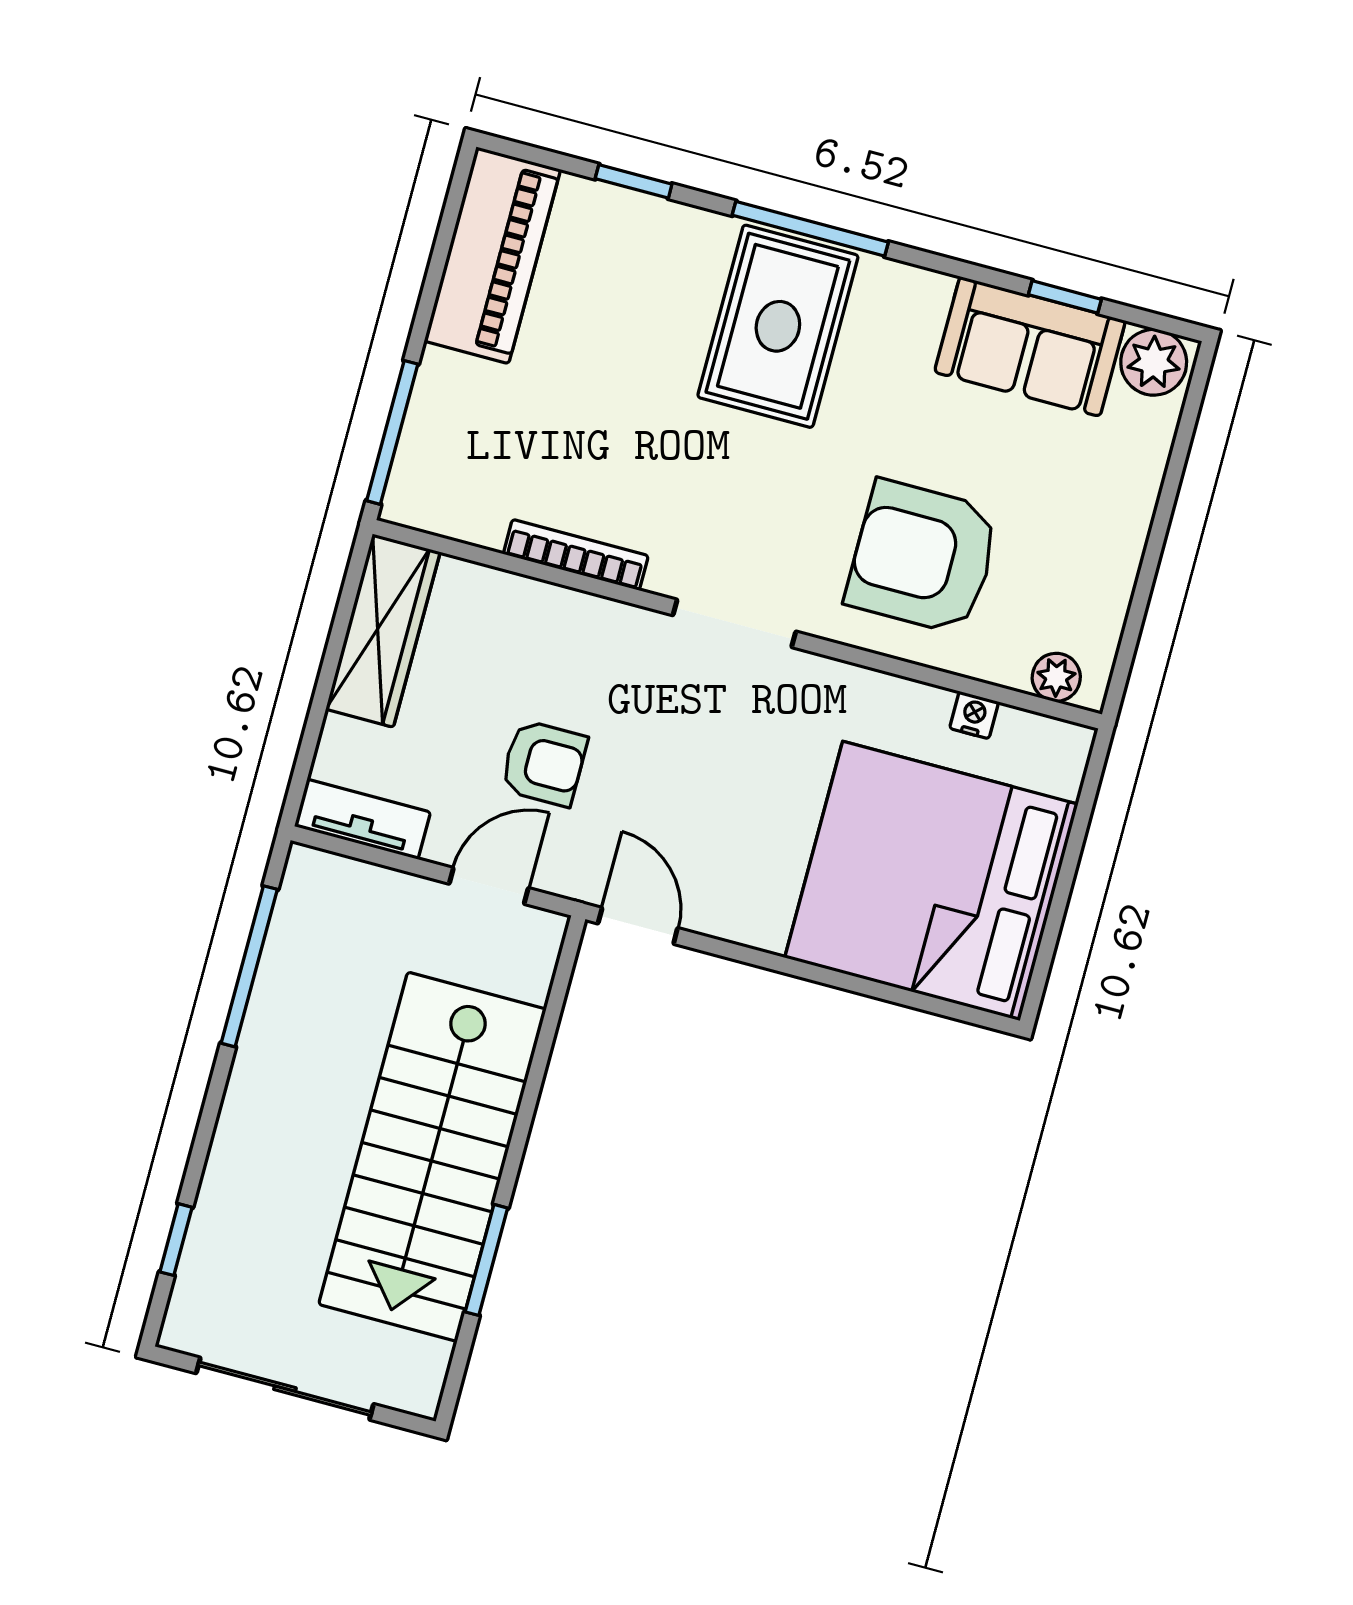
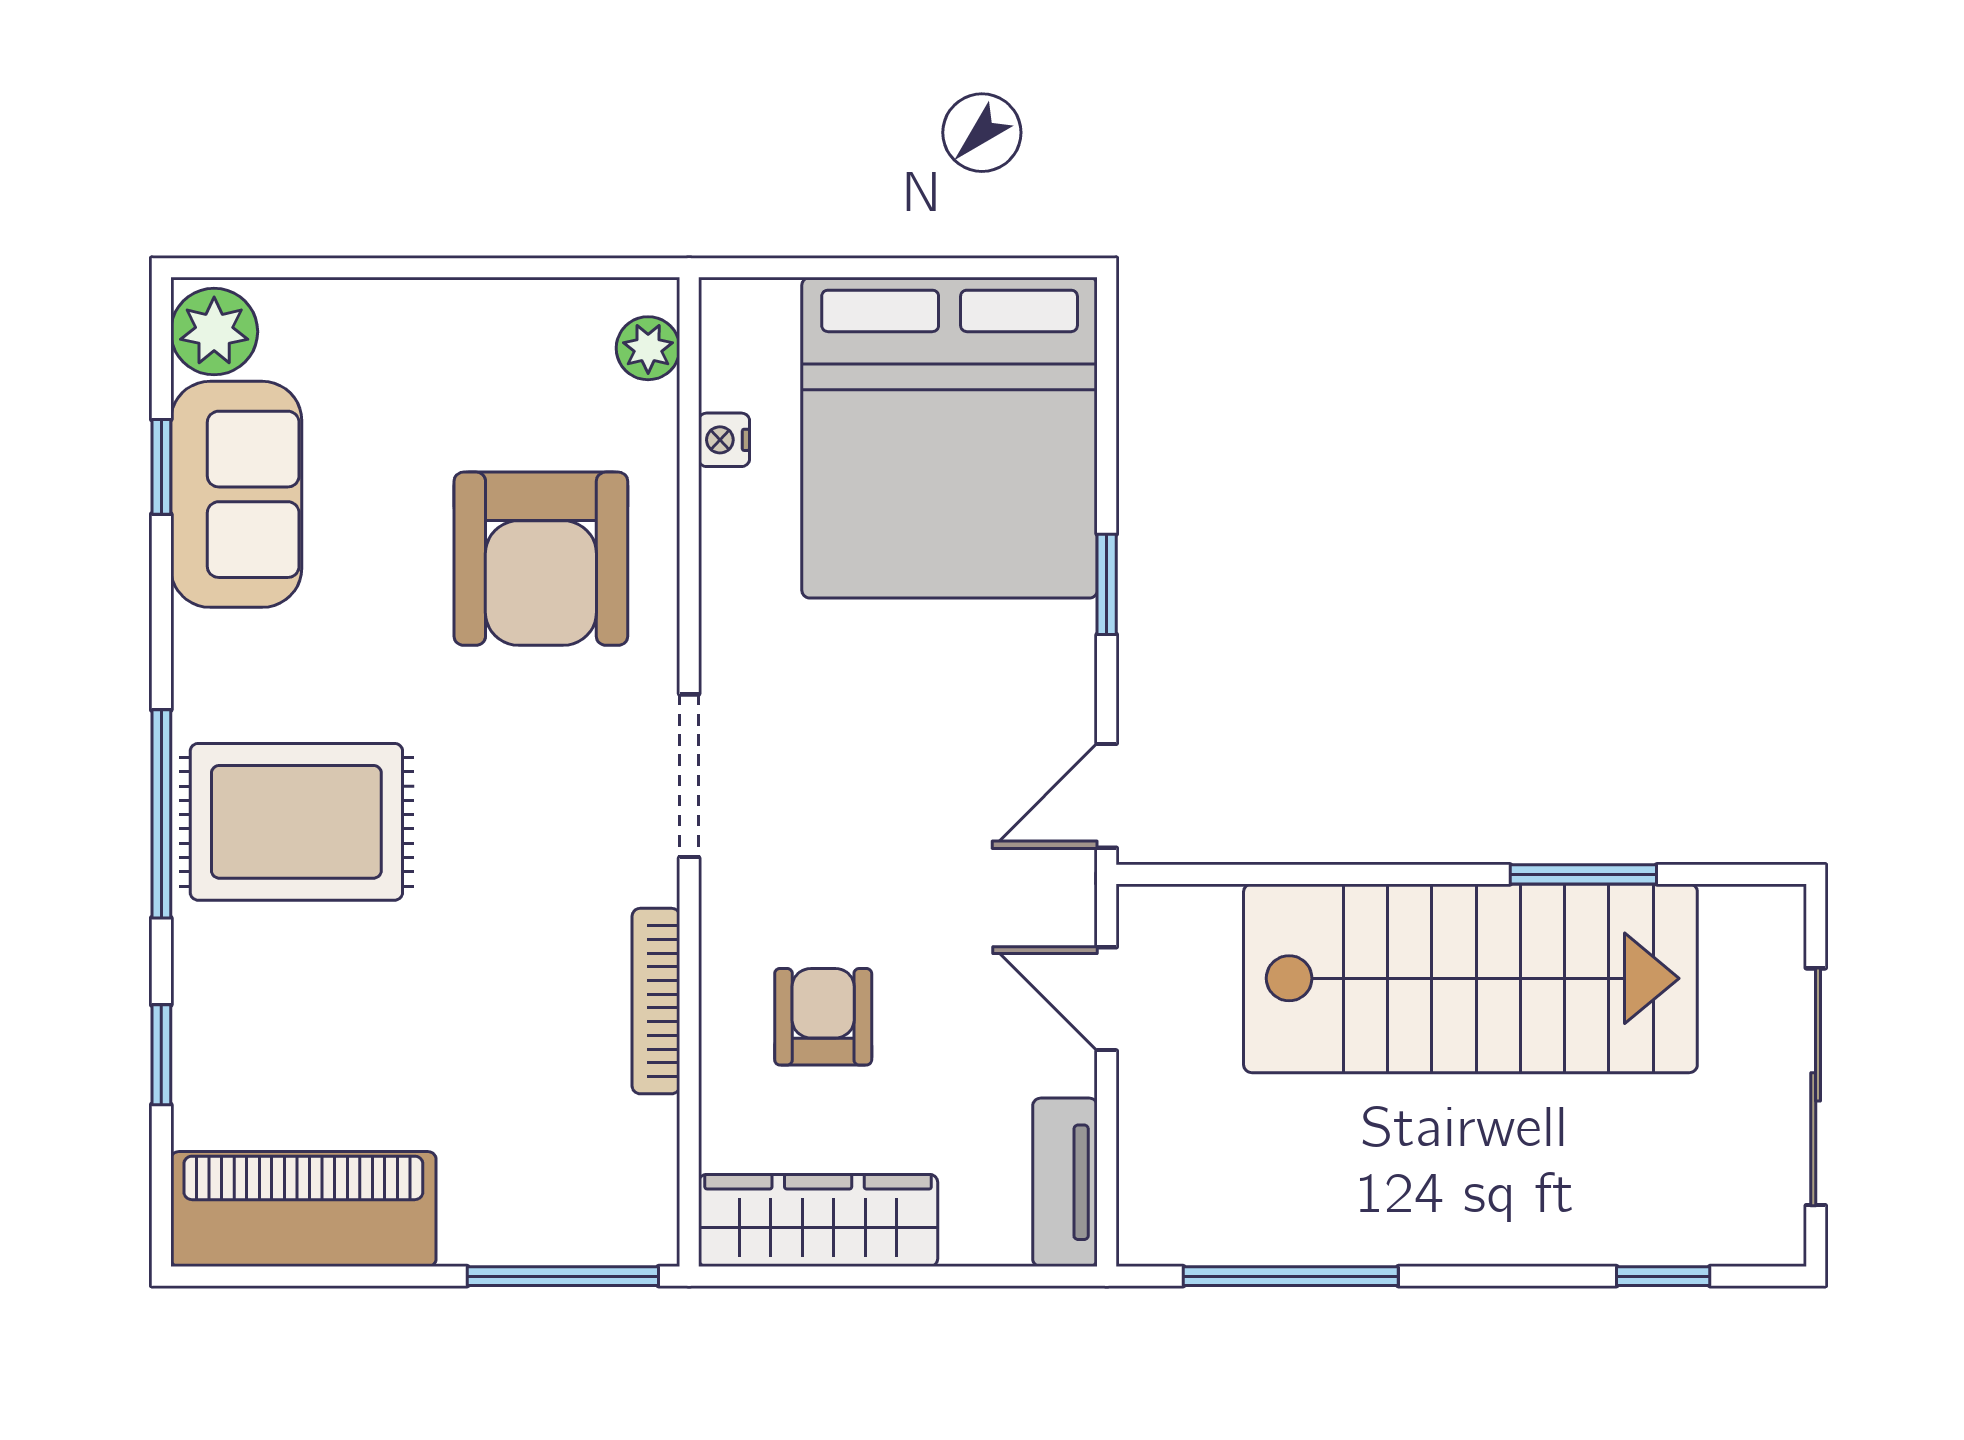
armchair: (544, 763) -> (823, 1017), moved
window: (793, 967) -> (1107, 584), added

